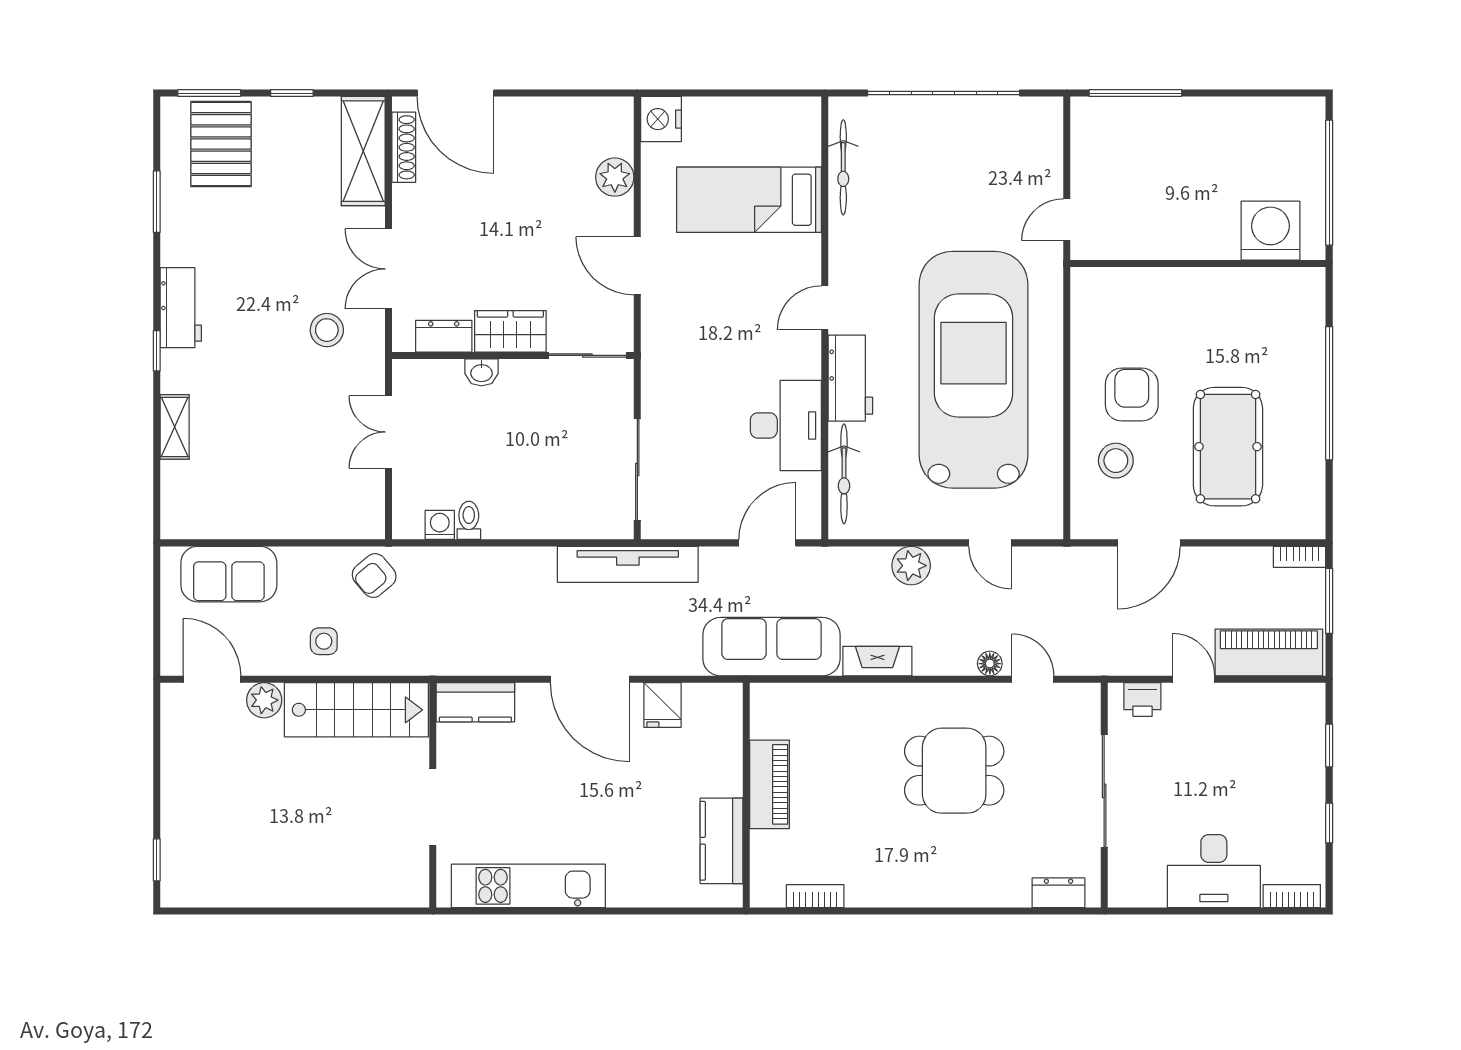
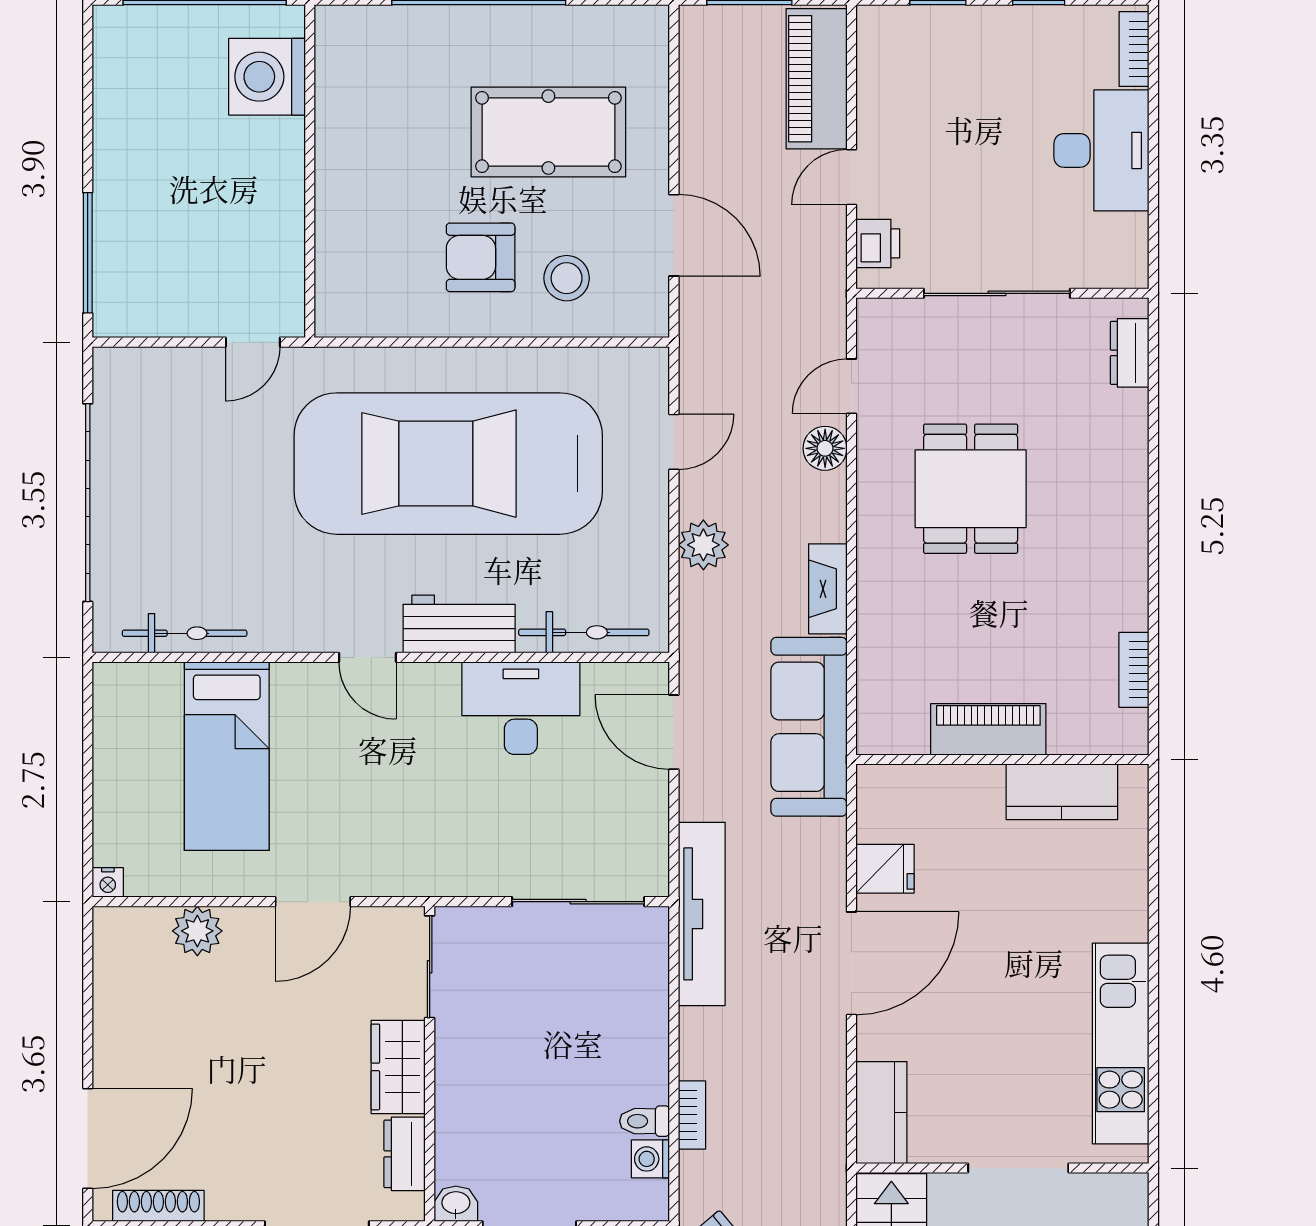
nightstand: (661, 119) -> (108, 882), width x0.53, depth x0.56
door: (1067, 220) -> (253, 342), hinge flipped
washbasin: (481, 372) -> (456, 1204), moved, turned -90
bookcase: (1300, 557) -> (692, 1115), moved
floor lamp: (990, 664) -> (825, 448), width x1.37, depth x1.37

